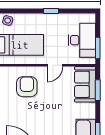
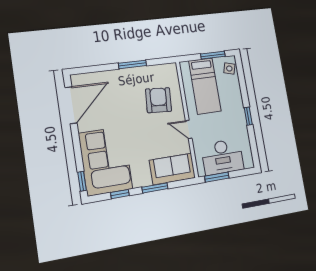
armchair: (27, 87) -> (159, 100), turned -86
window: (98, 90) -> (155, 188), moved

